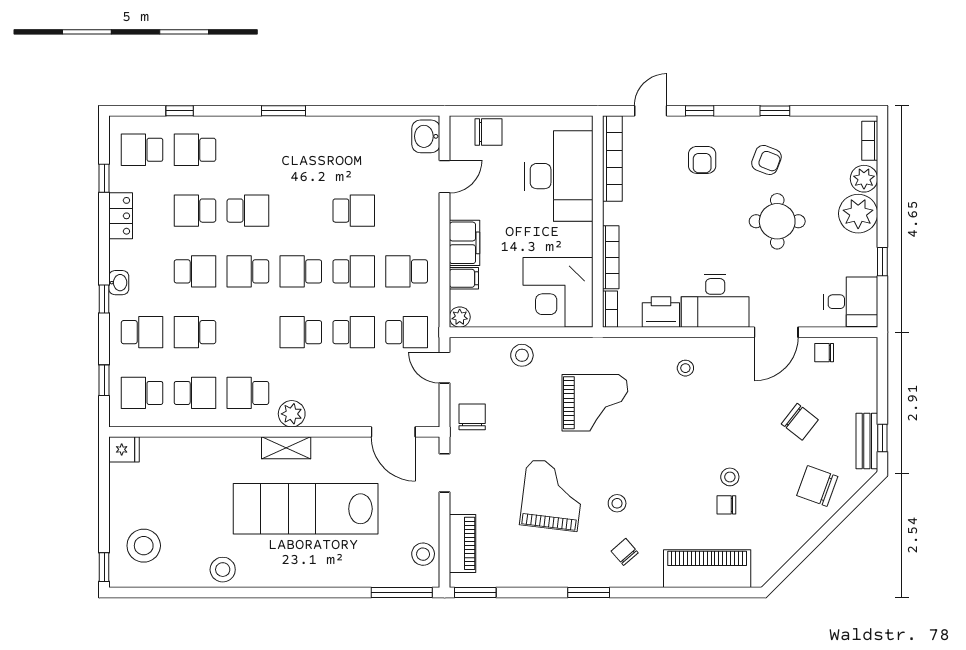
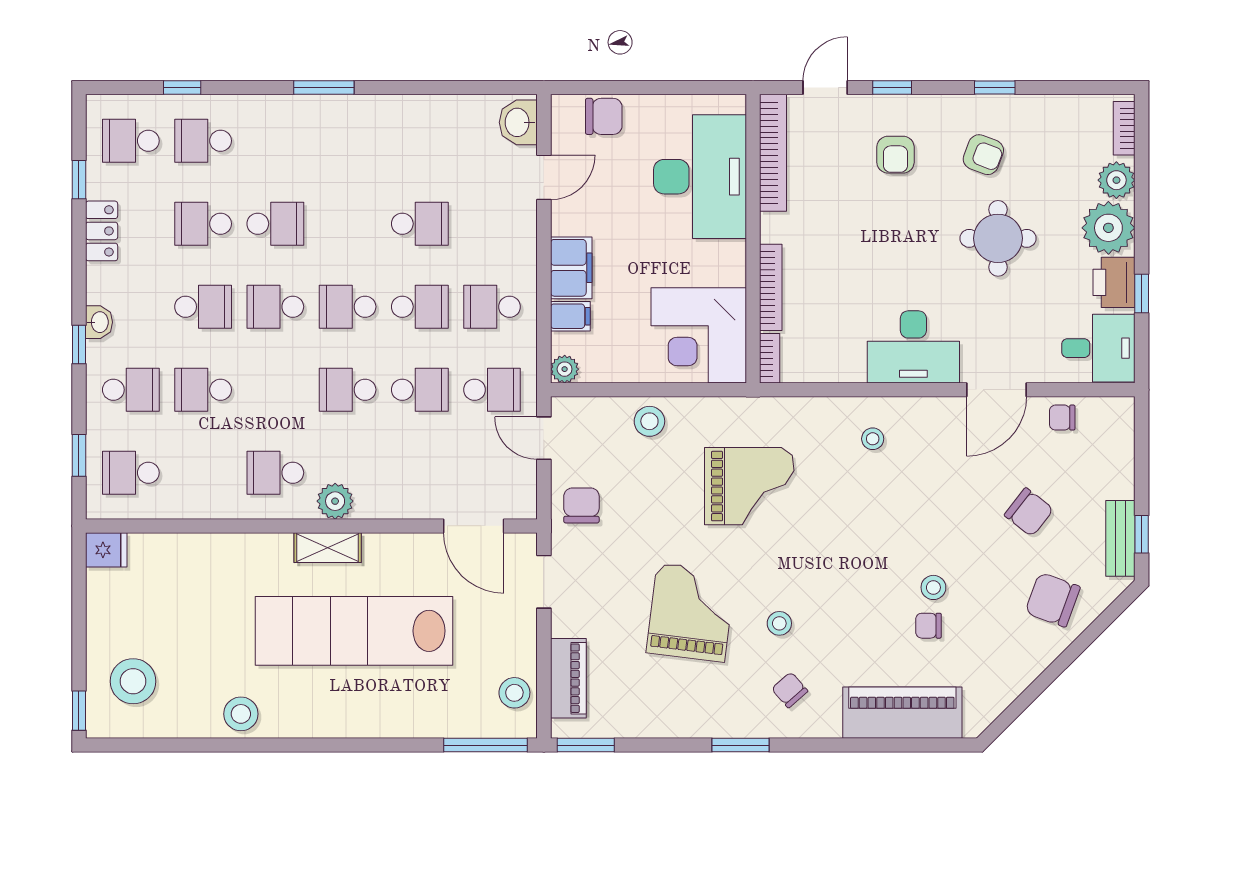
printer: (661, 312) -> (1114, 282), moved, turned -90
school desk: (195, 393) -> (203, 473), removed

